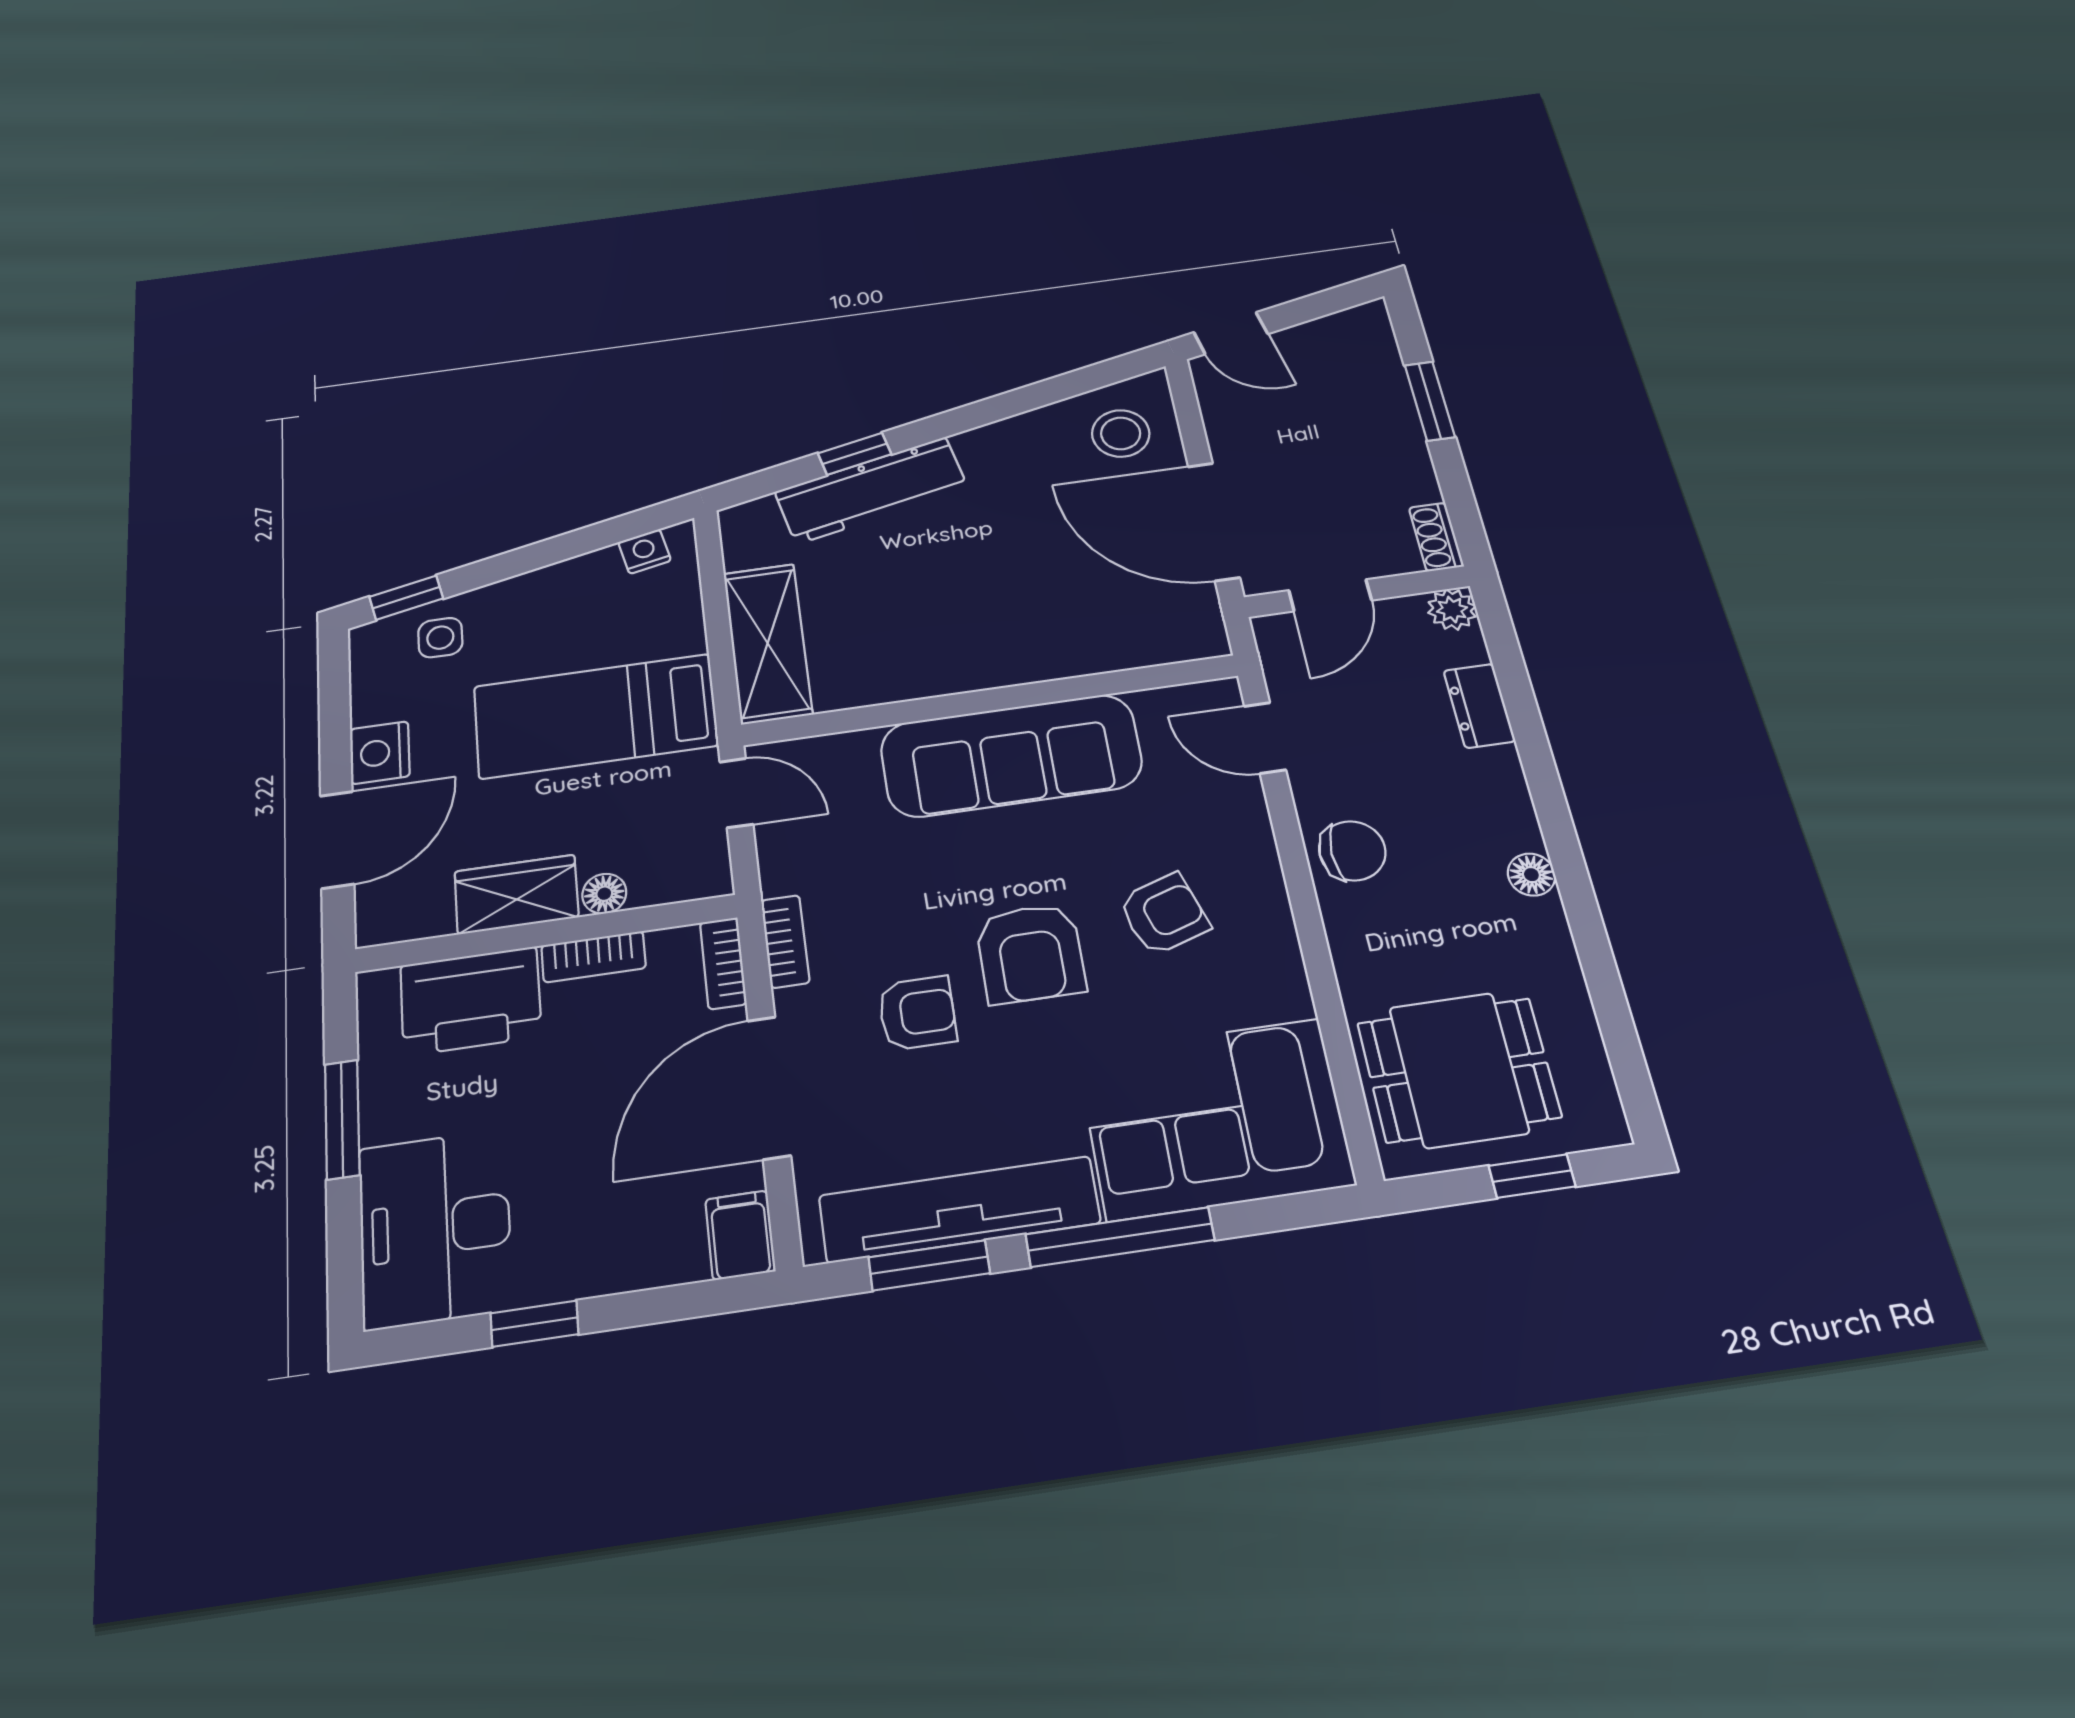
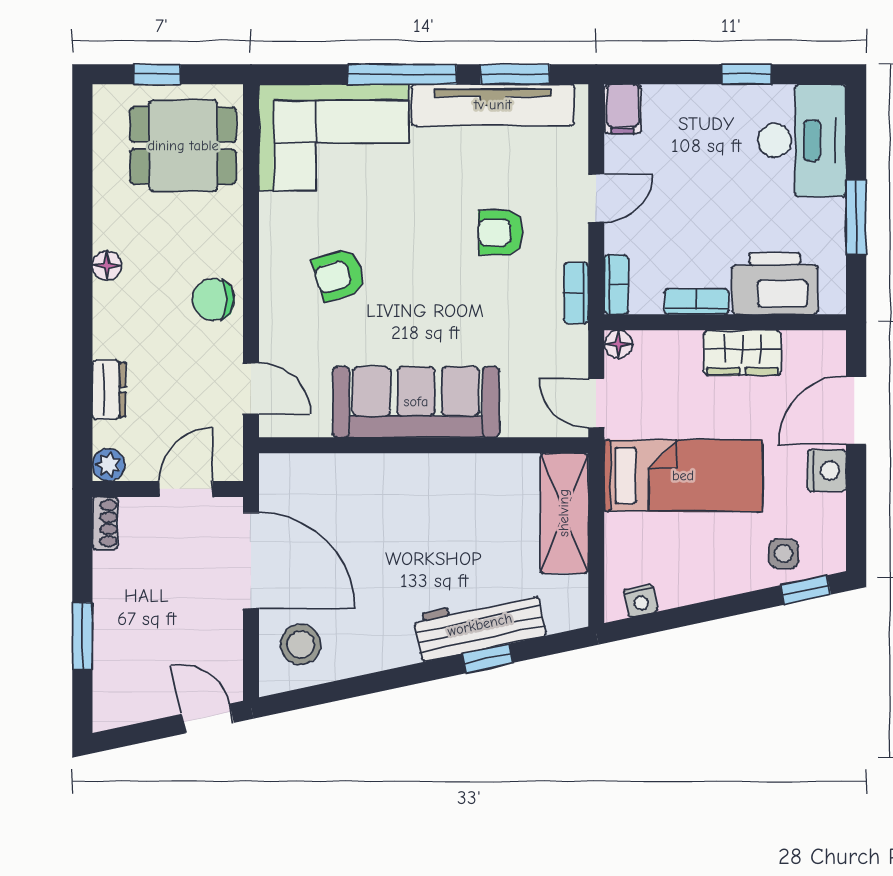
floor lamp: (604, 894) -> (618, 344), moved
armchair: (1030, 953) -> (426, 261), removed
door: (769, 1087) -> (596, 198), width x0.53

